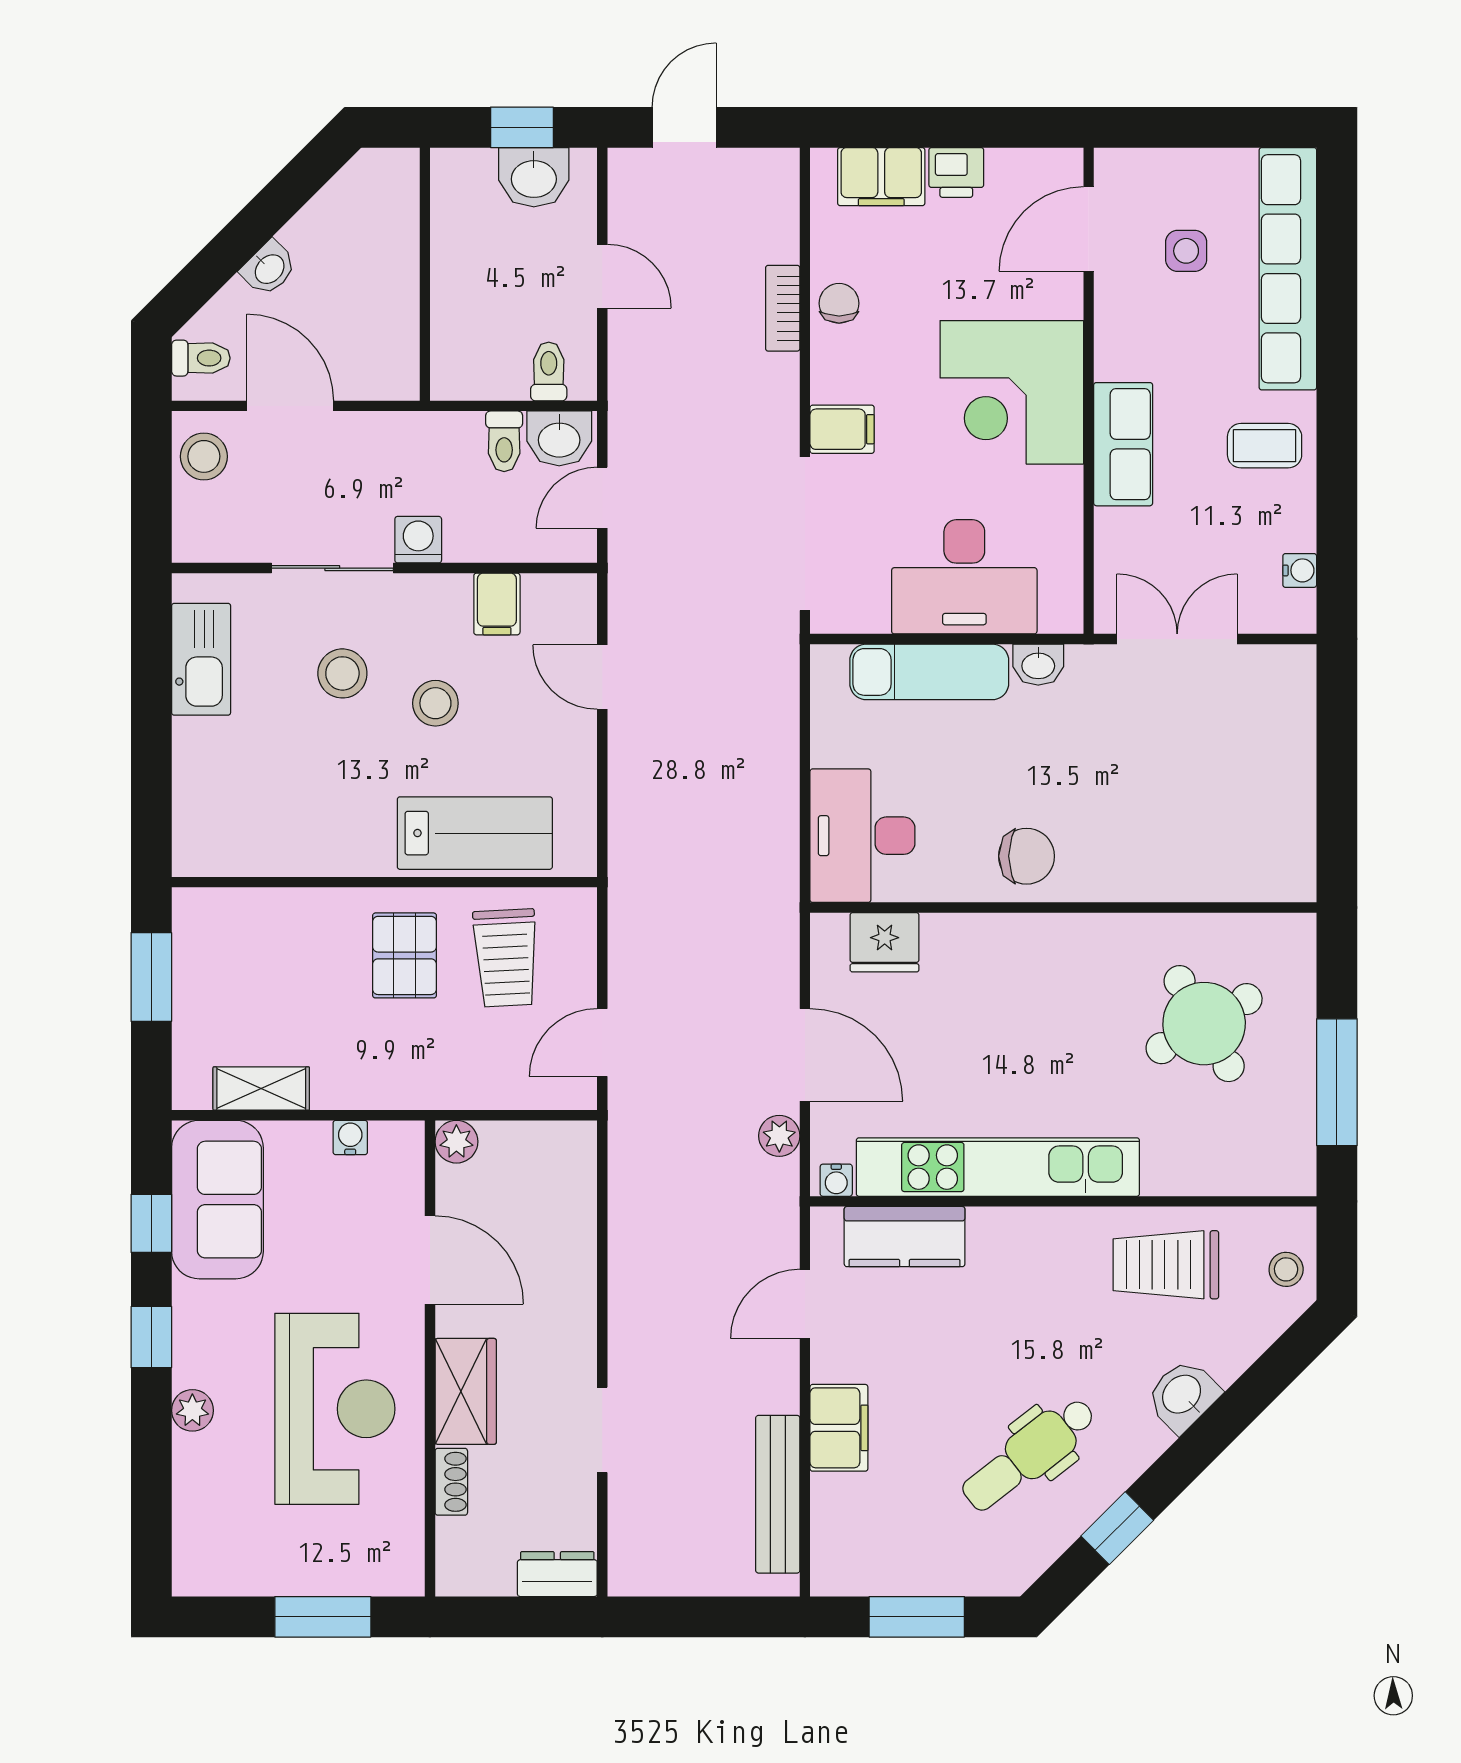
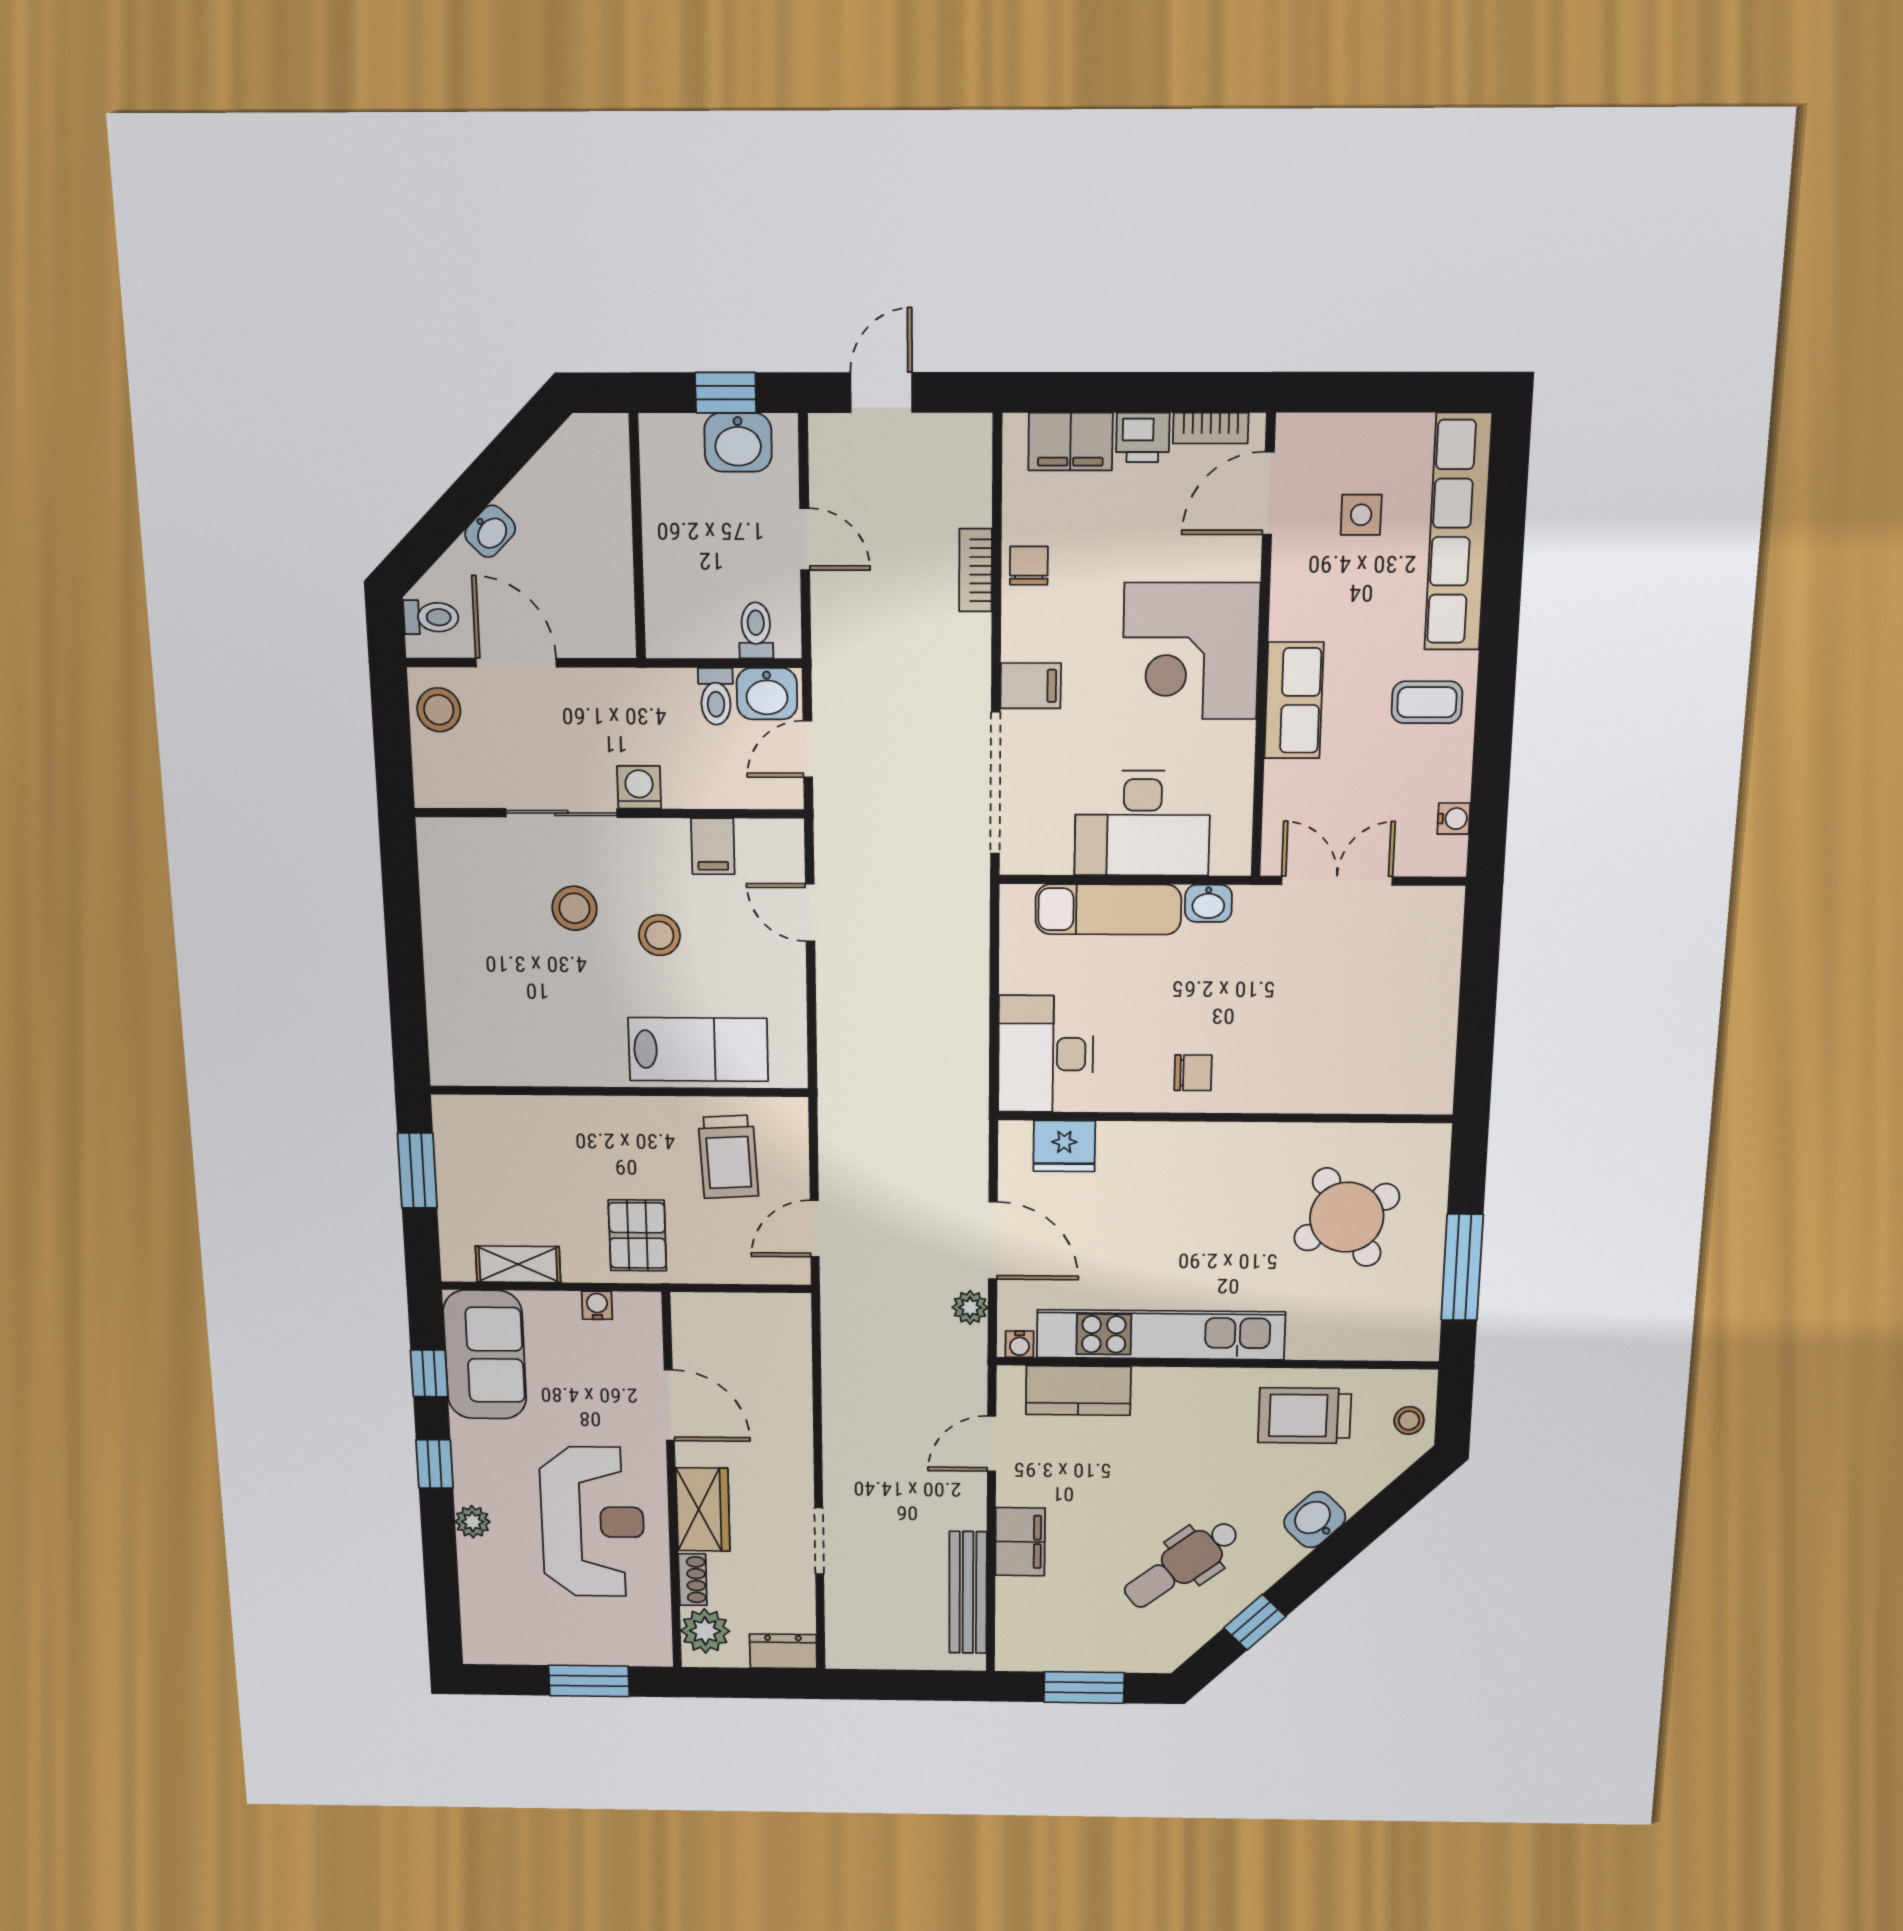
bookcase: (1027, 163) -> (1211, 428), added
kitchen sink: (201, 659) -> (446, 895), removed
chair: (1027, 856) -> (1193, 1073), width x0.73, depth x0.73
pallet: (405, 955) -> (637, 1235), moved
plant: (456, 1142) -> (705, 1631), moved, width x1.38, depth x1.38

